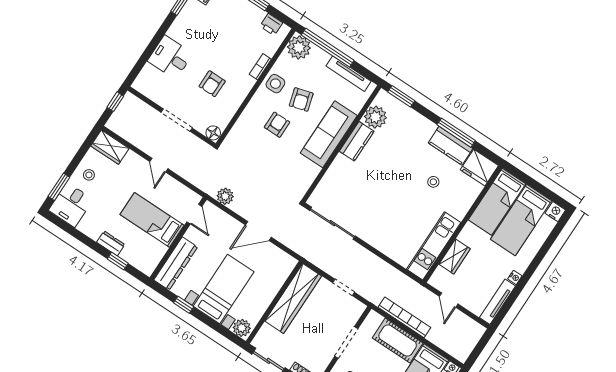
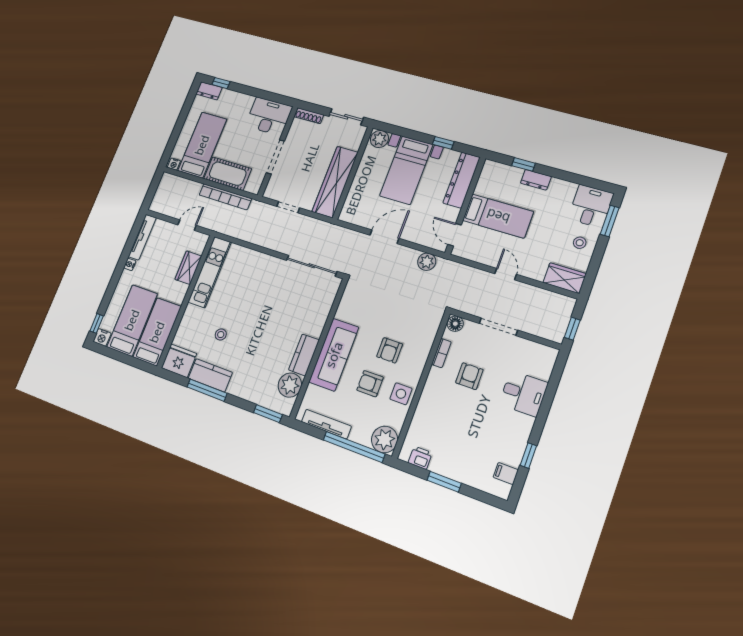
bookcase: (260, 67) -> (441, 353), moved
armchair: (301, 100) -> (370, 384), turned -74
window: (559, 227) -> (97, 323), added
door: (449, 300) -> (187, 225), hinge flipped

